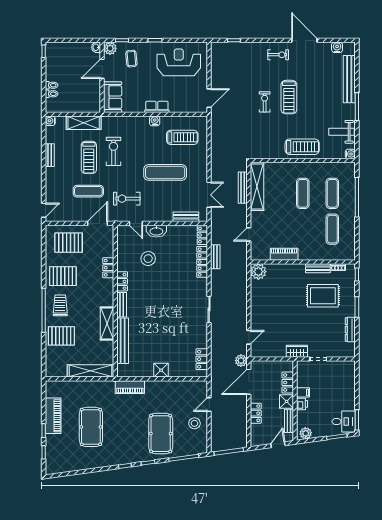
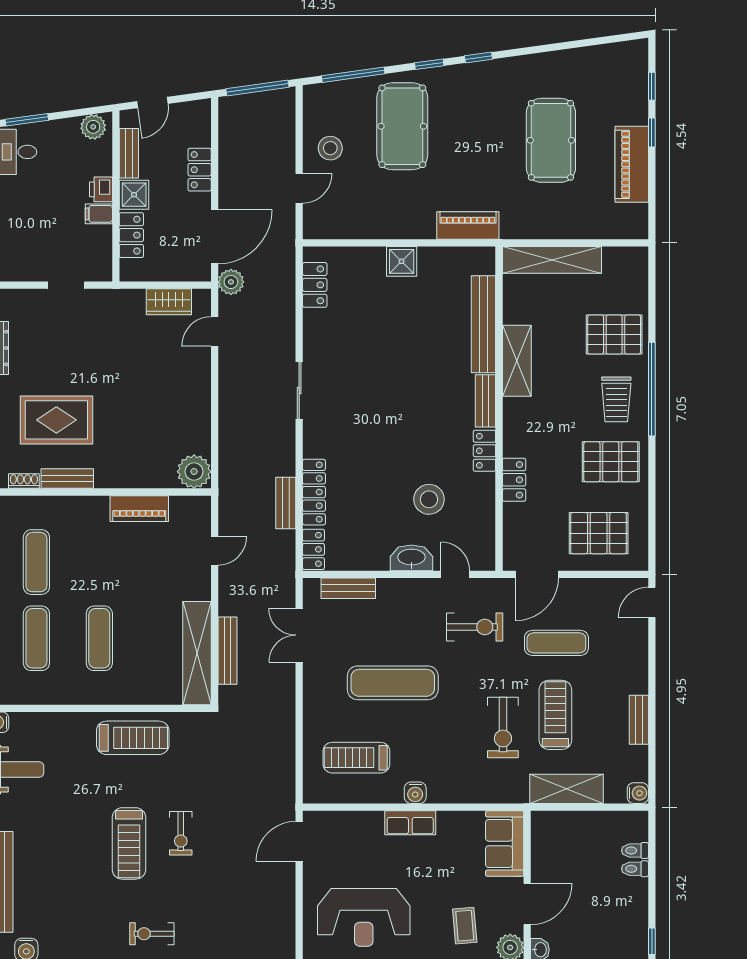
treadmill: (289, 97) -> (129, 843), turned 180
treadmill: (302, 147) -> (133, 738), moved, turned 180
wardrobe: (297, 351) -> (169, 302), moved

